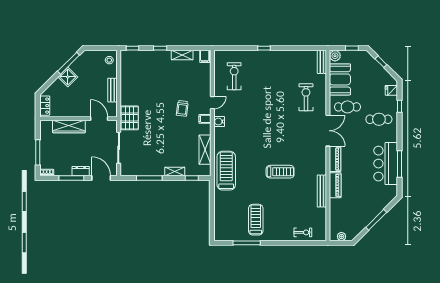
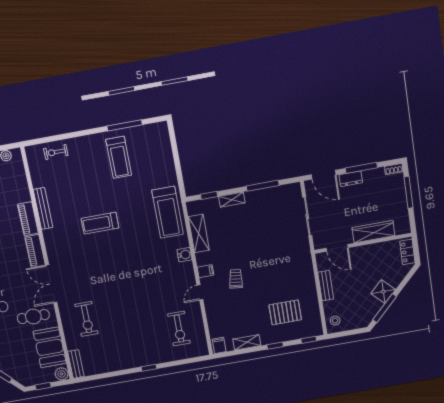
pallet: (130, 118) -> (285, 312), moved, turned 90
water cooler: (219, 122) -> (184, 255), moved

